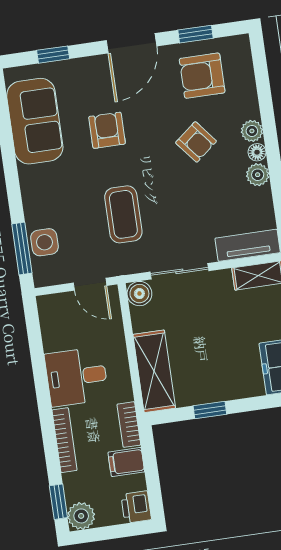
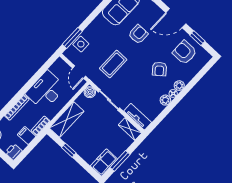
desk: (77, 377) -> (46, 90), width x1.37

